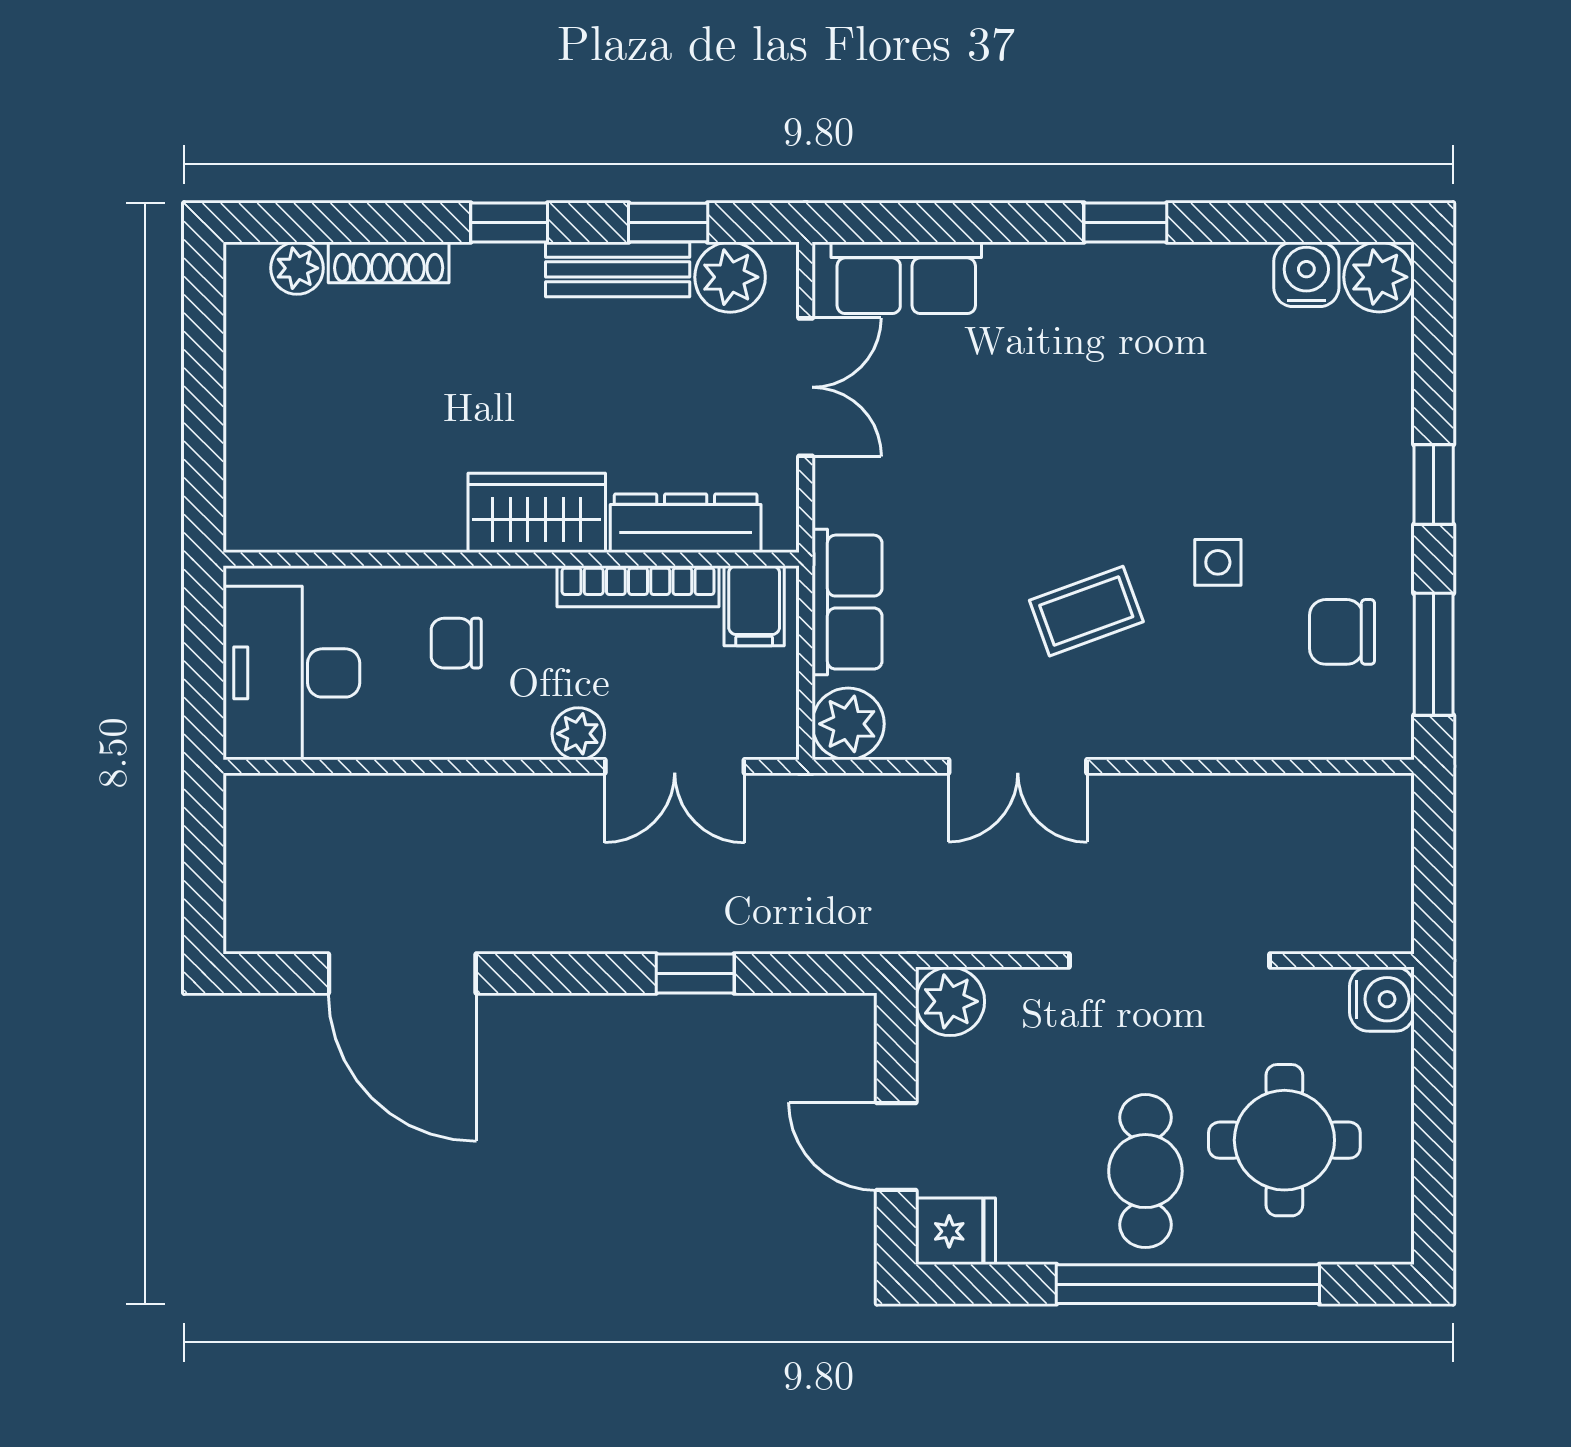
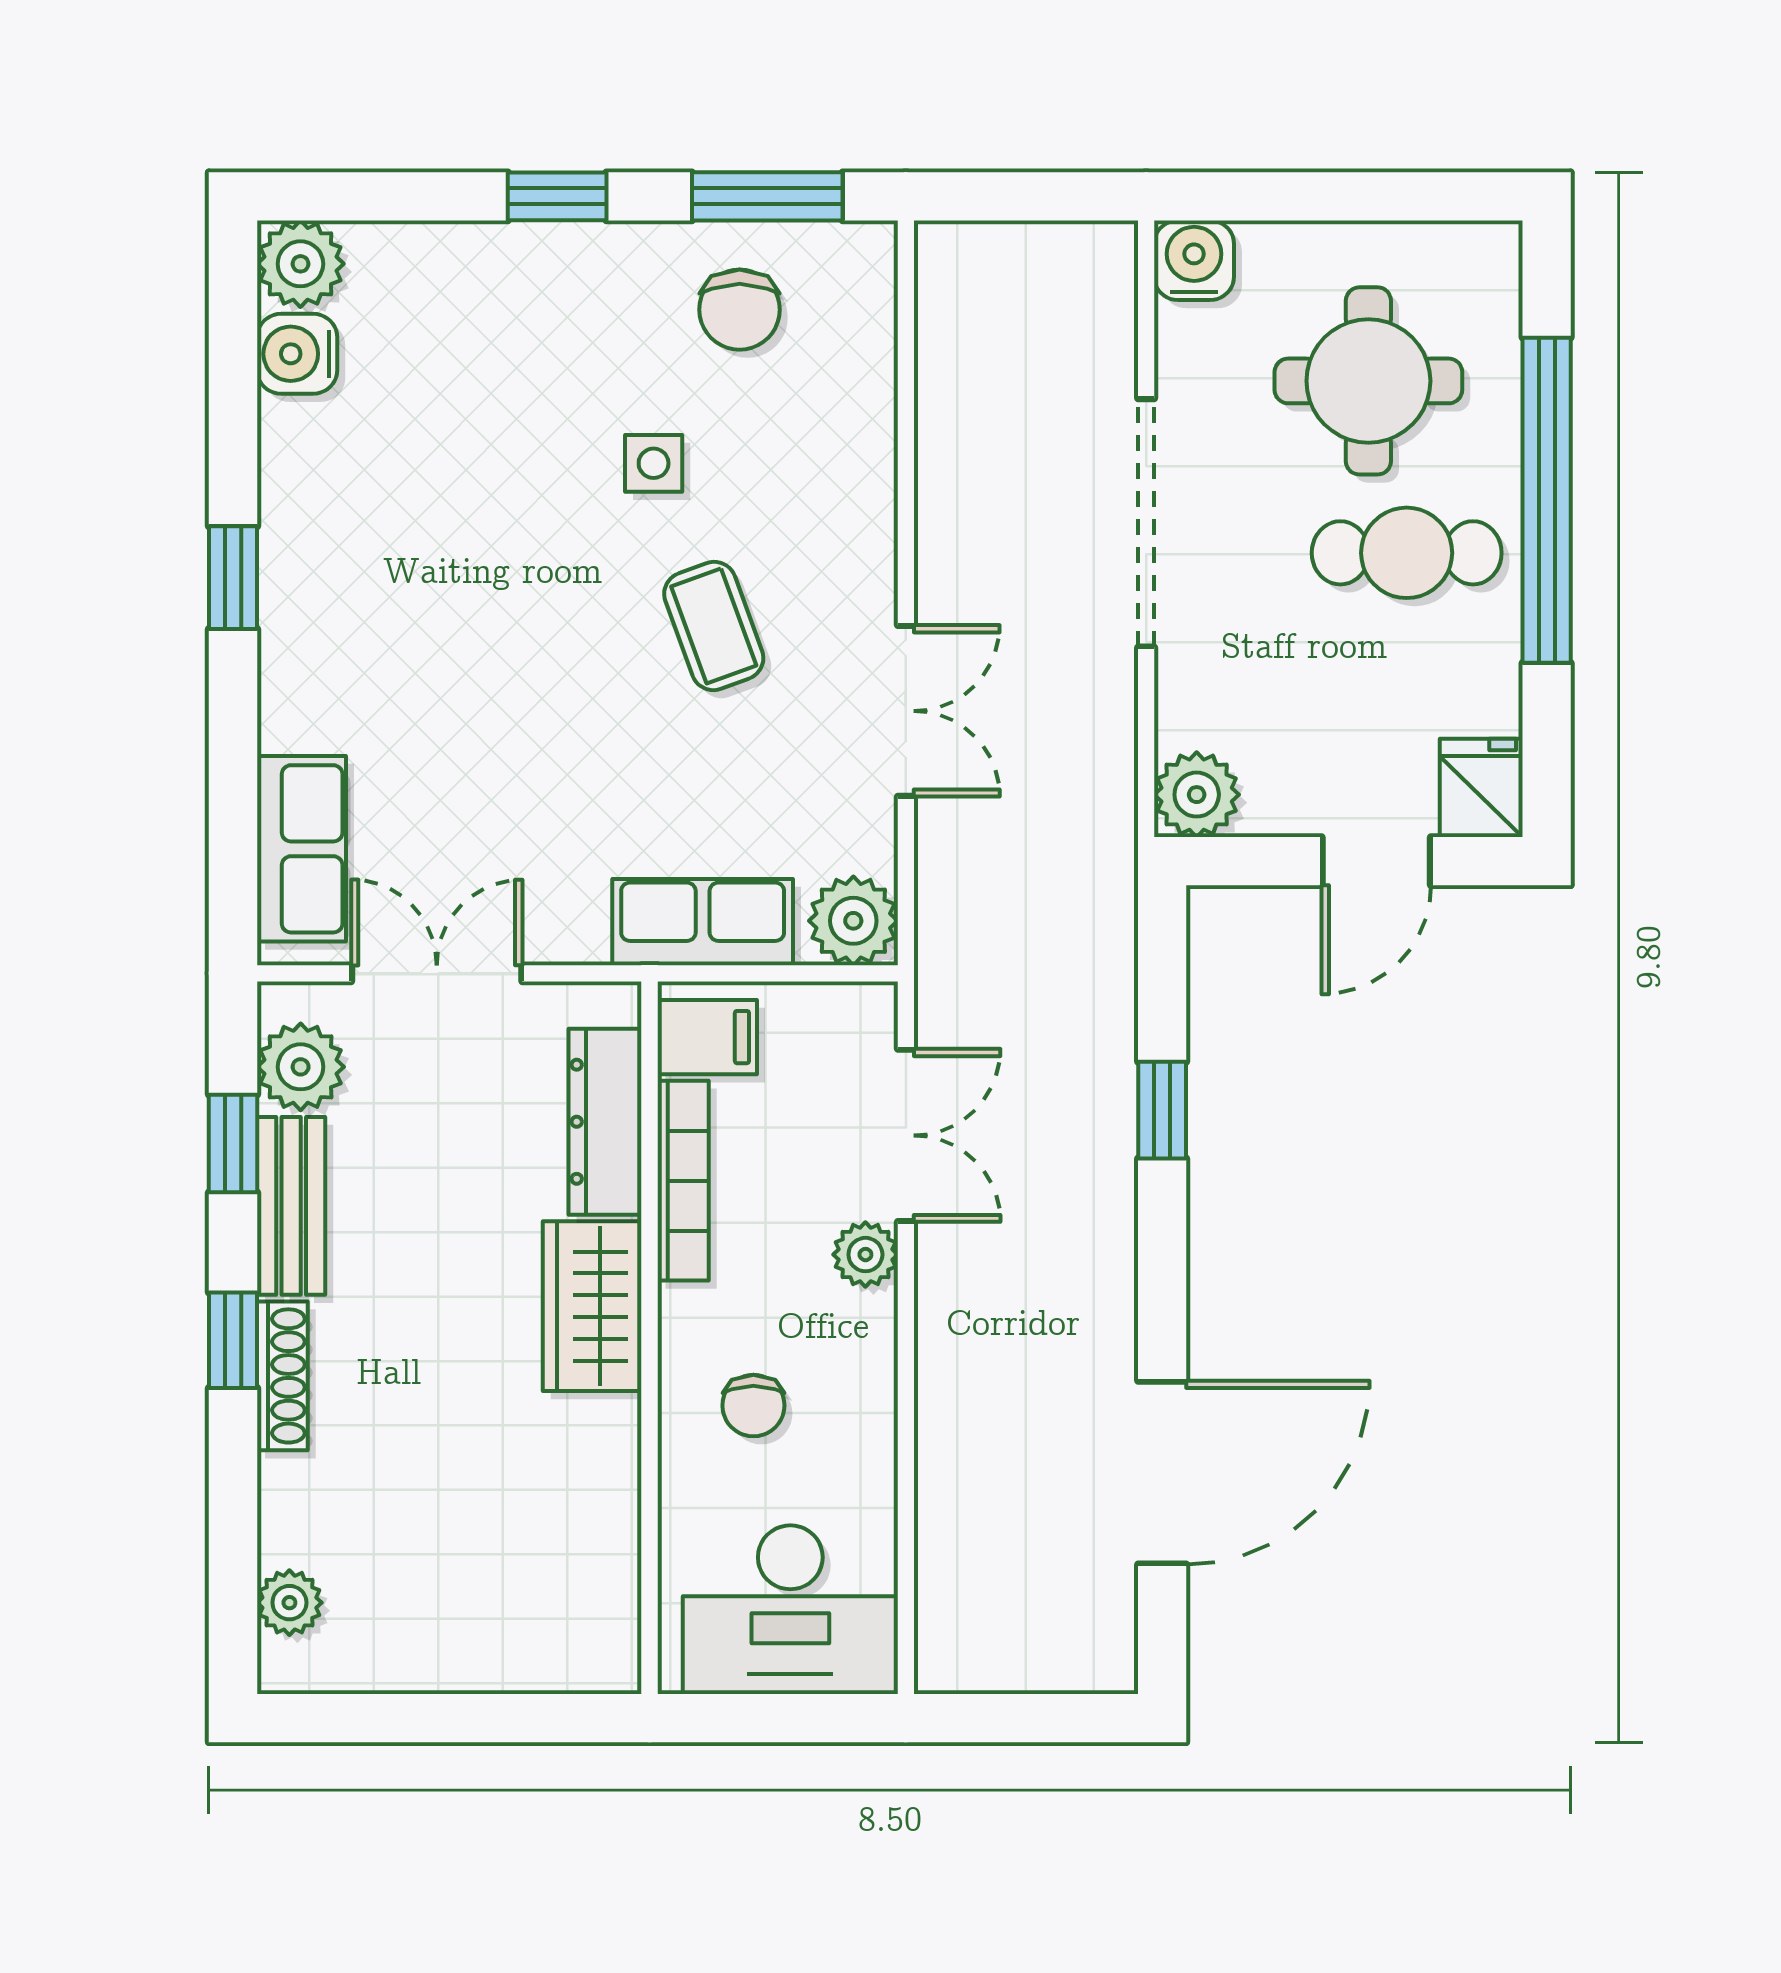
shoe rack: (389, 262) -> (282, 1376), moved

